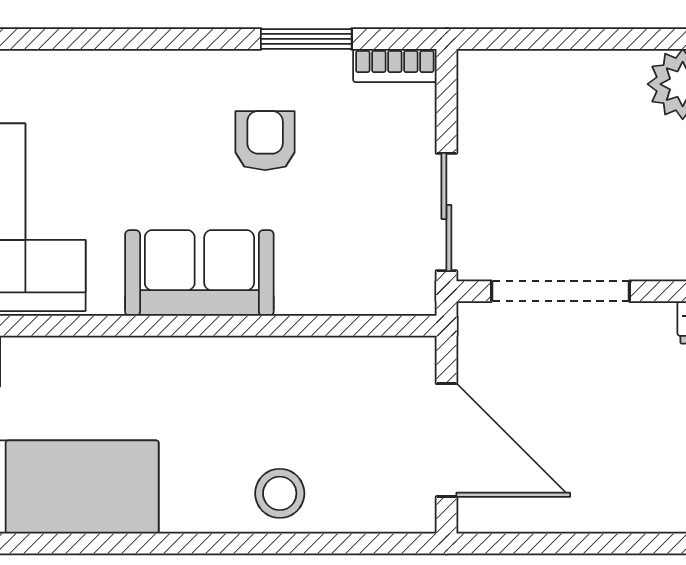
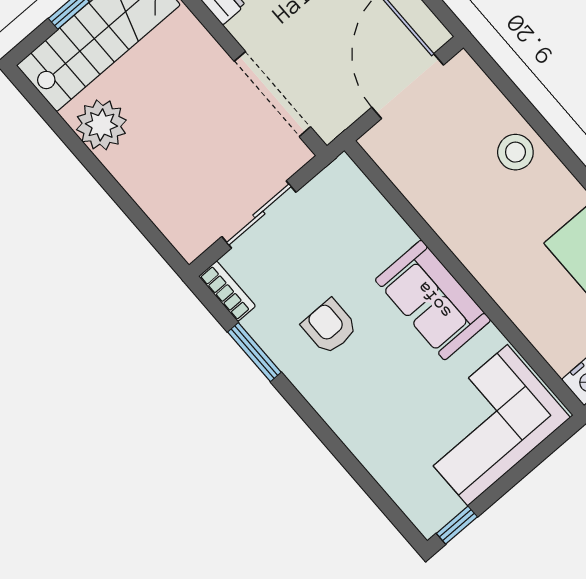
armchair: (265, 141) -> (329, 327), turned 90
sliding door: (446, 212) -> (259, 214), moved

